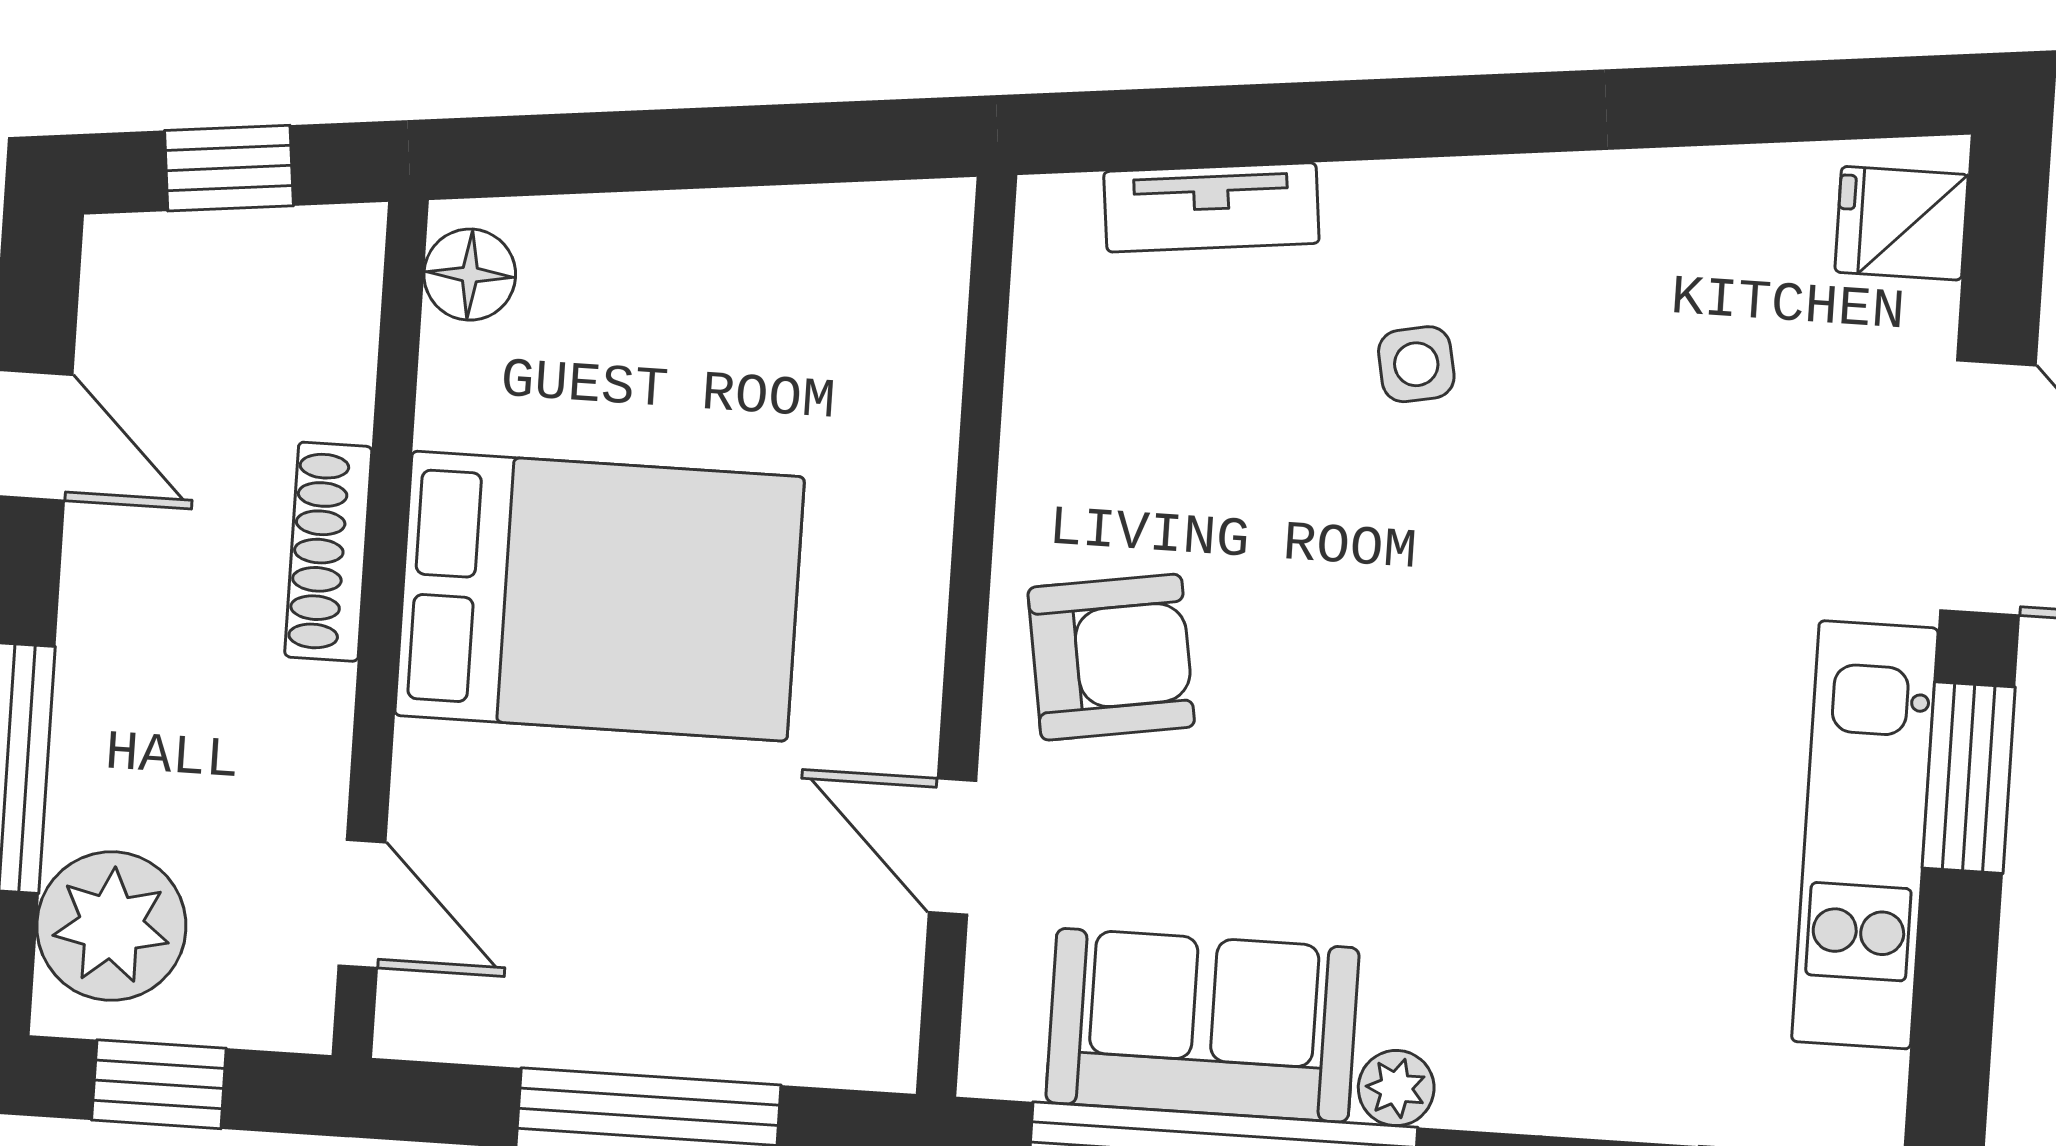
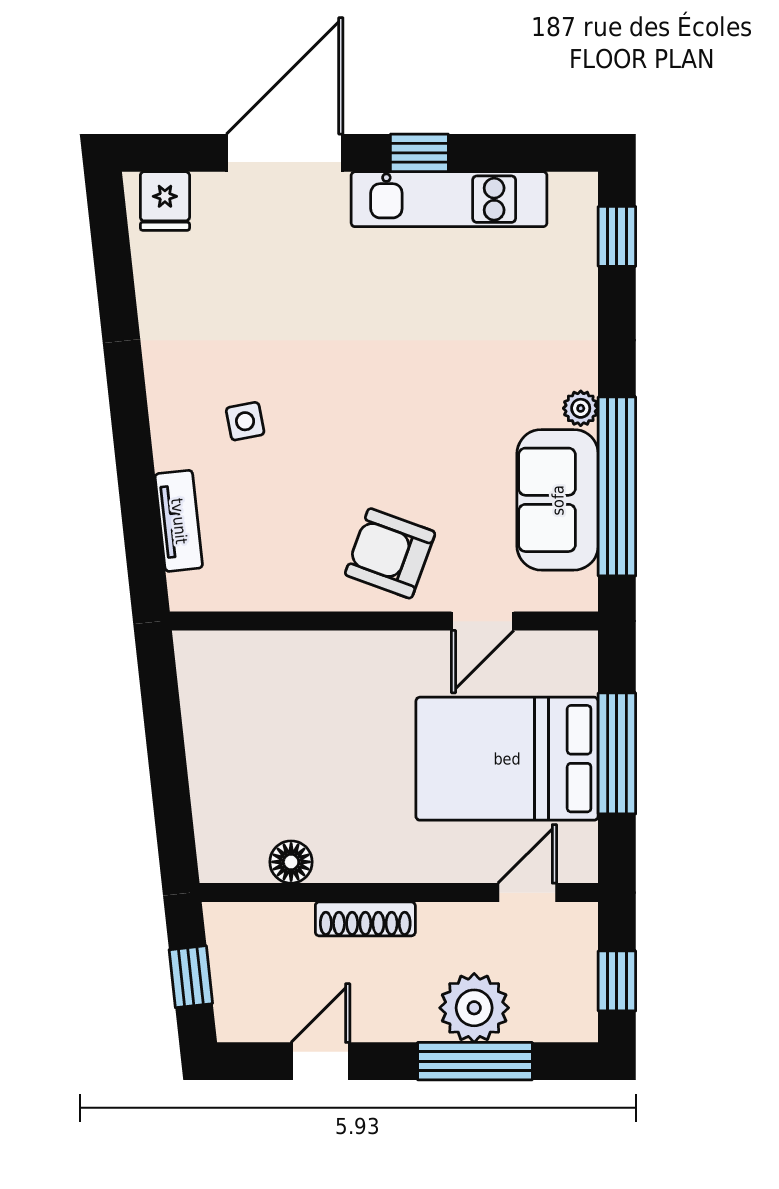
floor lamp: (470, 275) -> (291, 862), moved
bed: (600, 596) -> (507, 759), moved, turned -90
armchair: (1111, 657) -> (390, 553), turned -61
window: (1969, 778) -> (419, 153), width x0.67
plant: (111, 926) -> (474, 1008), moved

